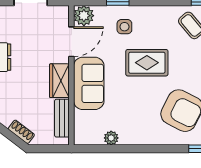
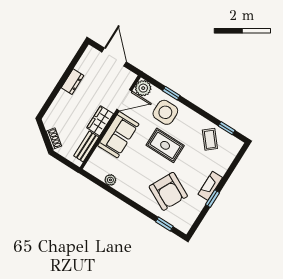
side table: (124, 27) -> (165, 112), width x1.87, depth x1.87

